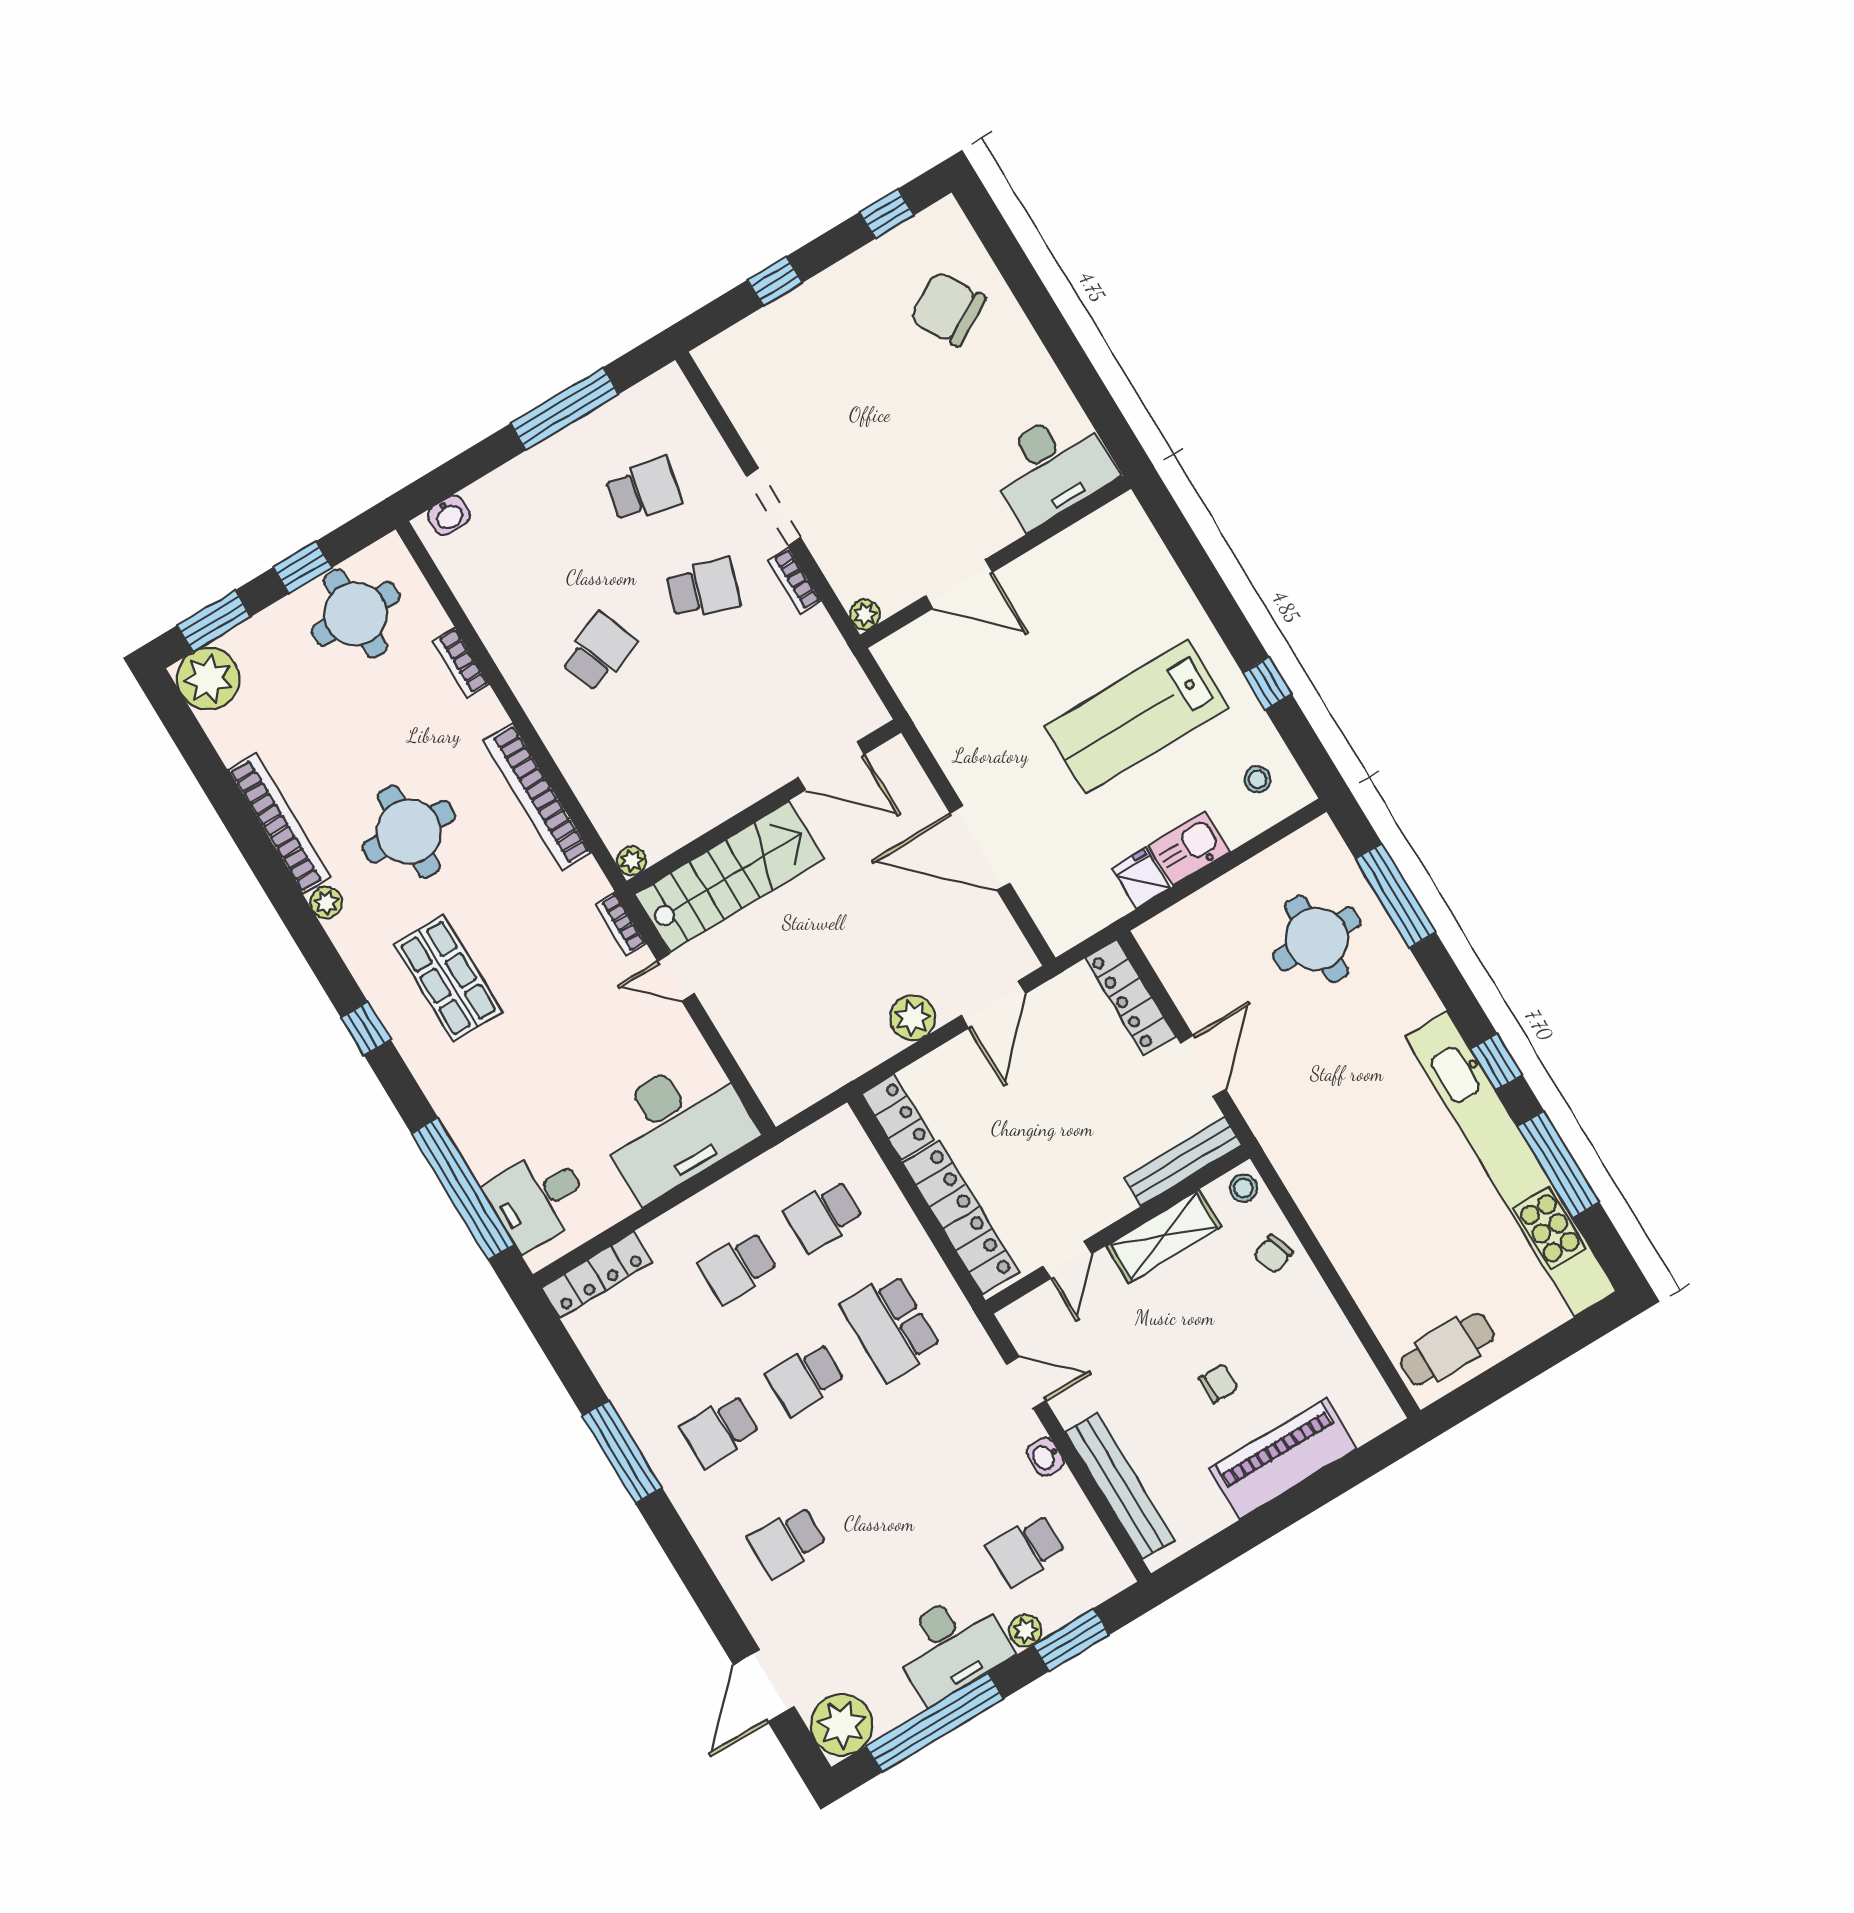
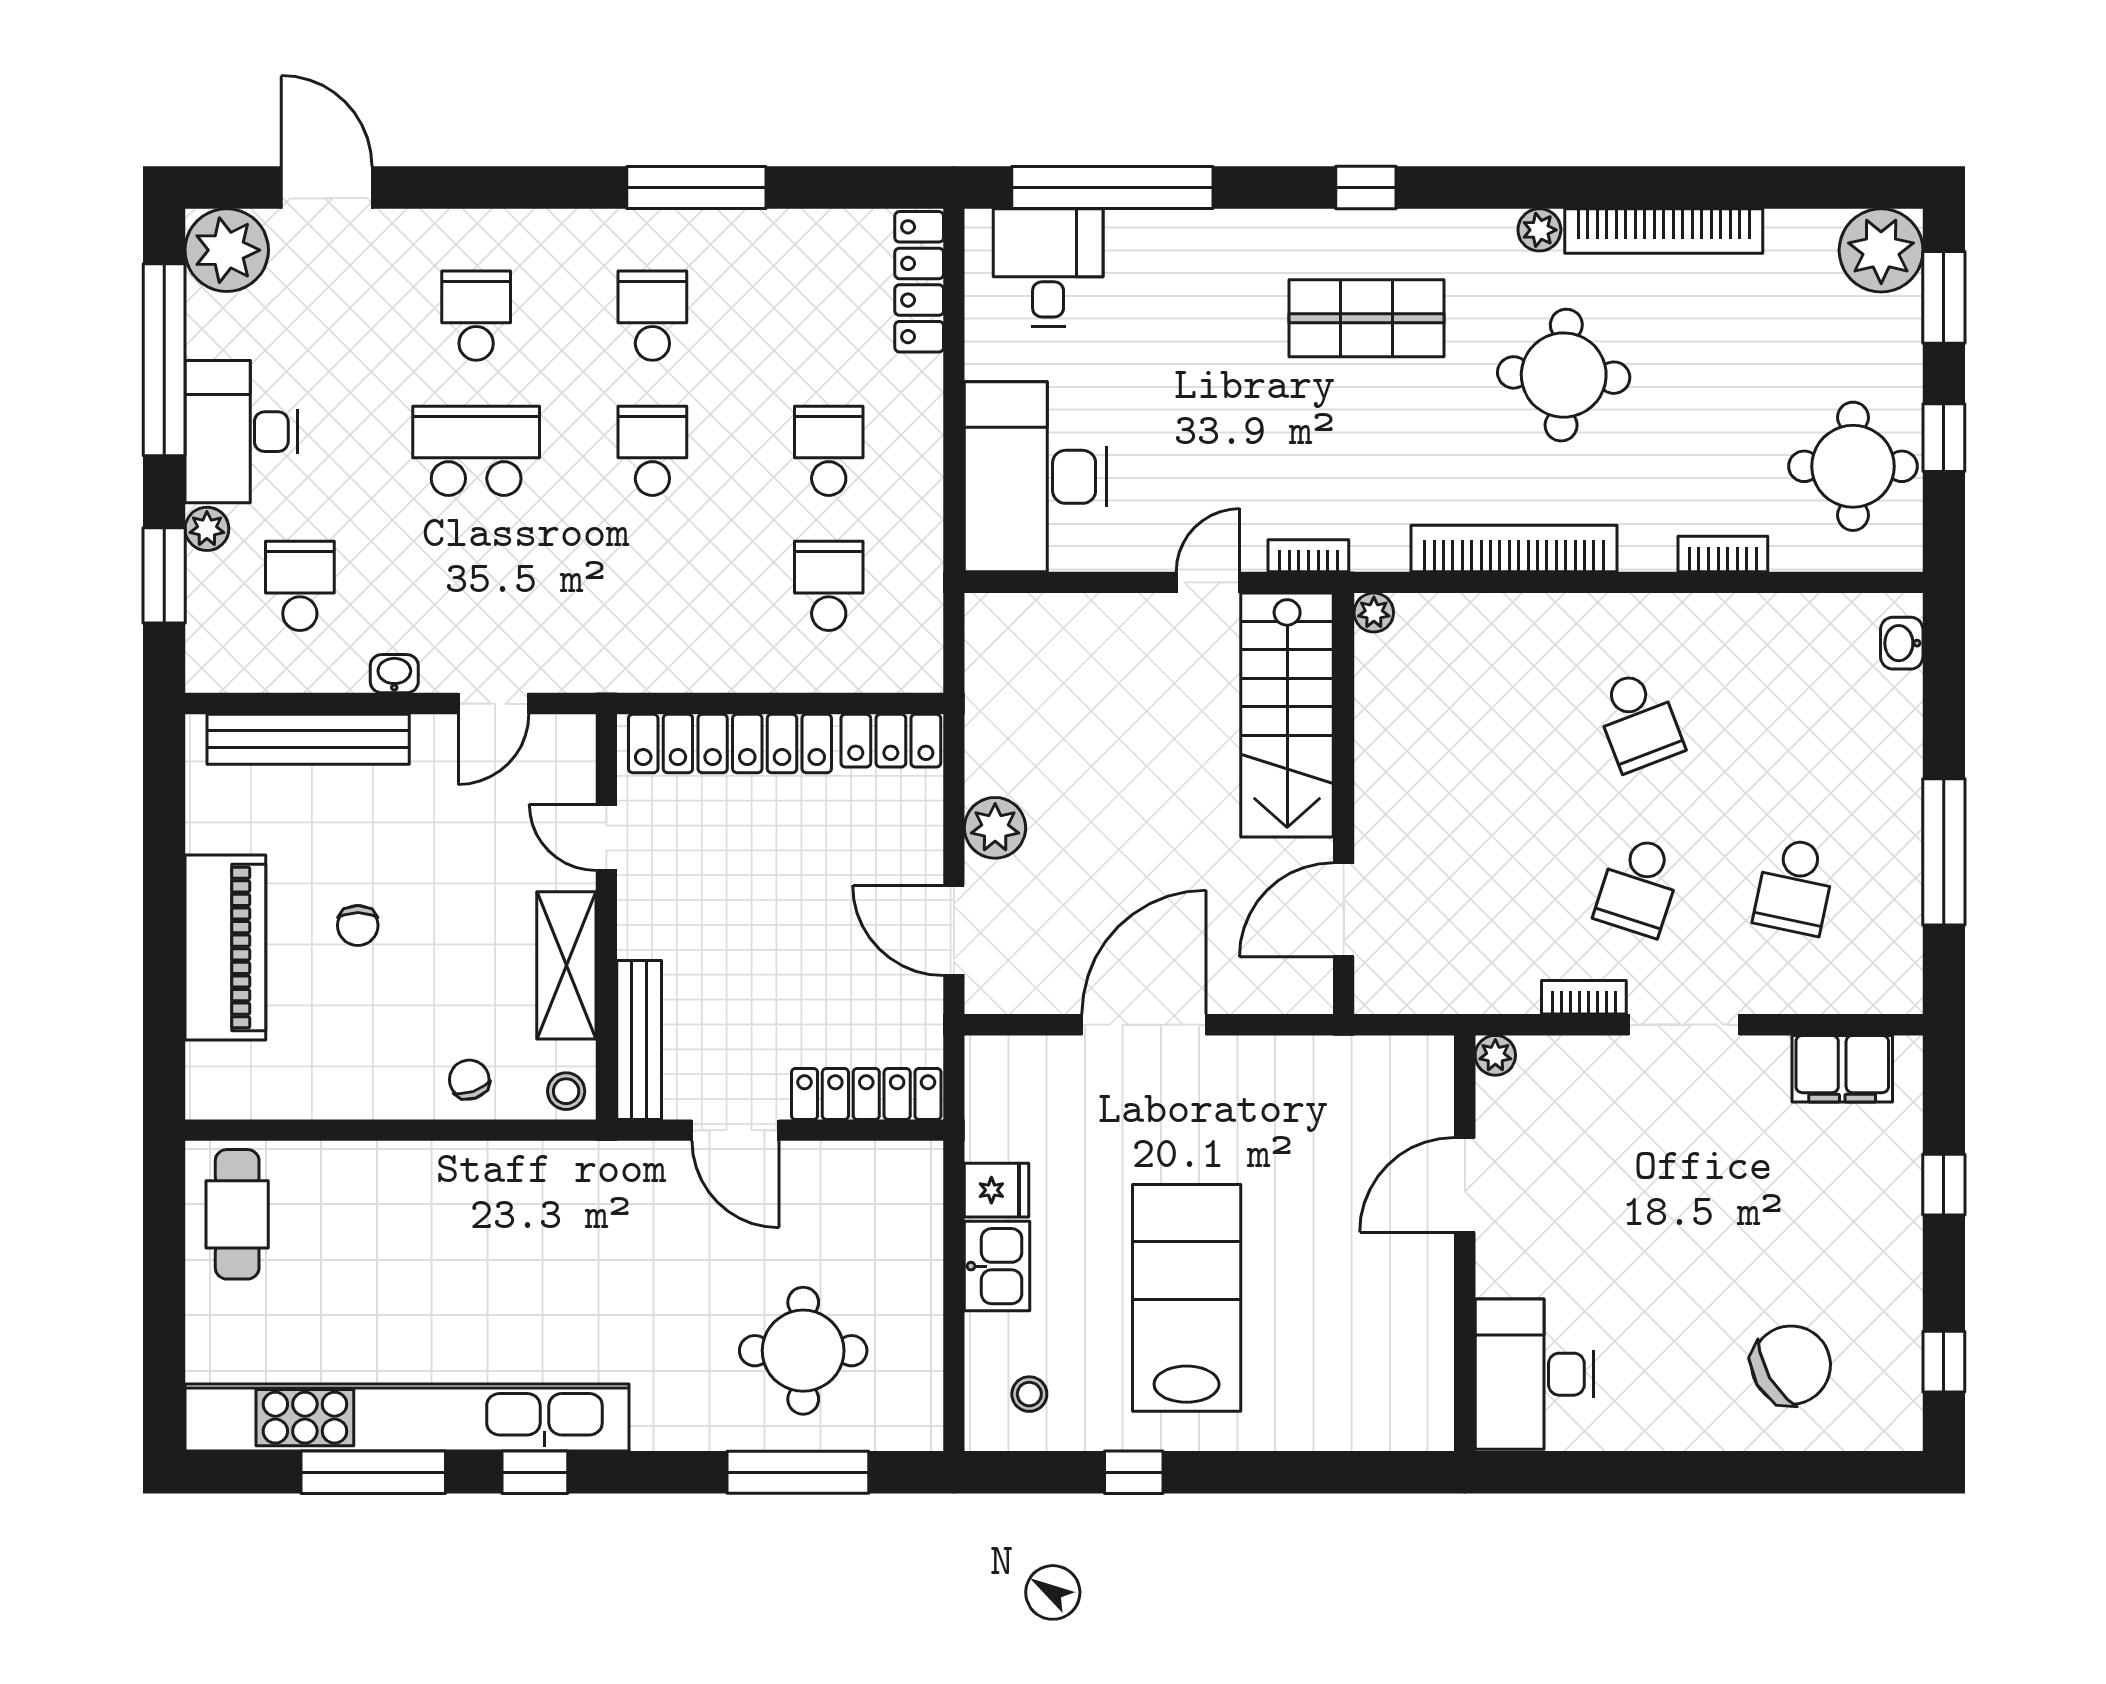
filing cabinet: (741, 390) -> (1842, 1069), added
school desk: (891, 1327) -> (476, 451), moved

